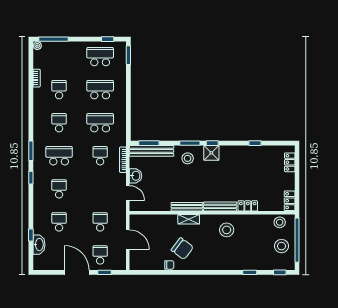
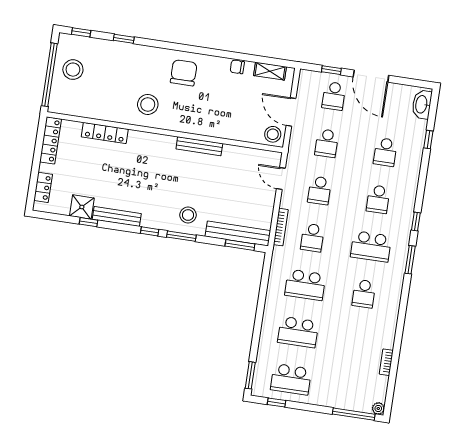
school desk: (59, 90) -> (320, 190), moved
shower: (211, 153) -> (82, 207), moved
washbasin: (136, 176) -> (266, 201), removed
locker: (290, 201) -> (50, 140), width x1.53
bench: (220, 206) -> (117, 216), moved
locker: (248, 206) -> (105, 133), width x1.53
shelving: (189, 219) -> (270, 71), moved
stool: (280, 222) -> (273, 134), moved
washbasin: (39, 245) -> (422, 104), moved
chair: (182, 249) -> (184, 73), moved, turned 53

